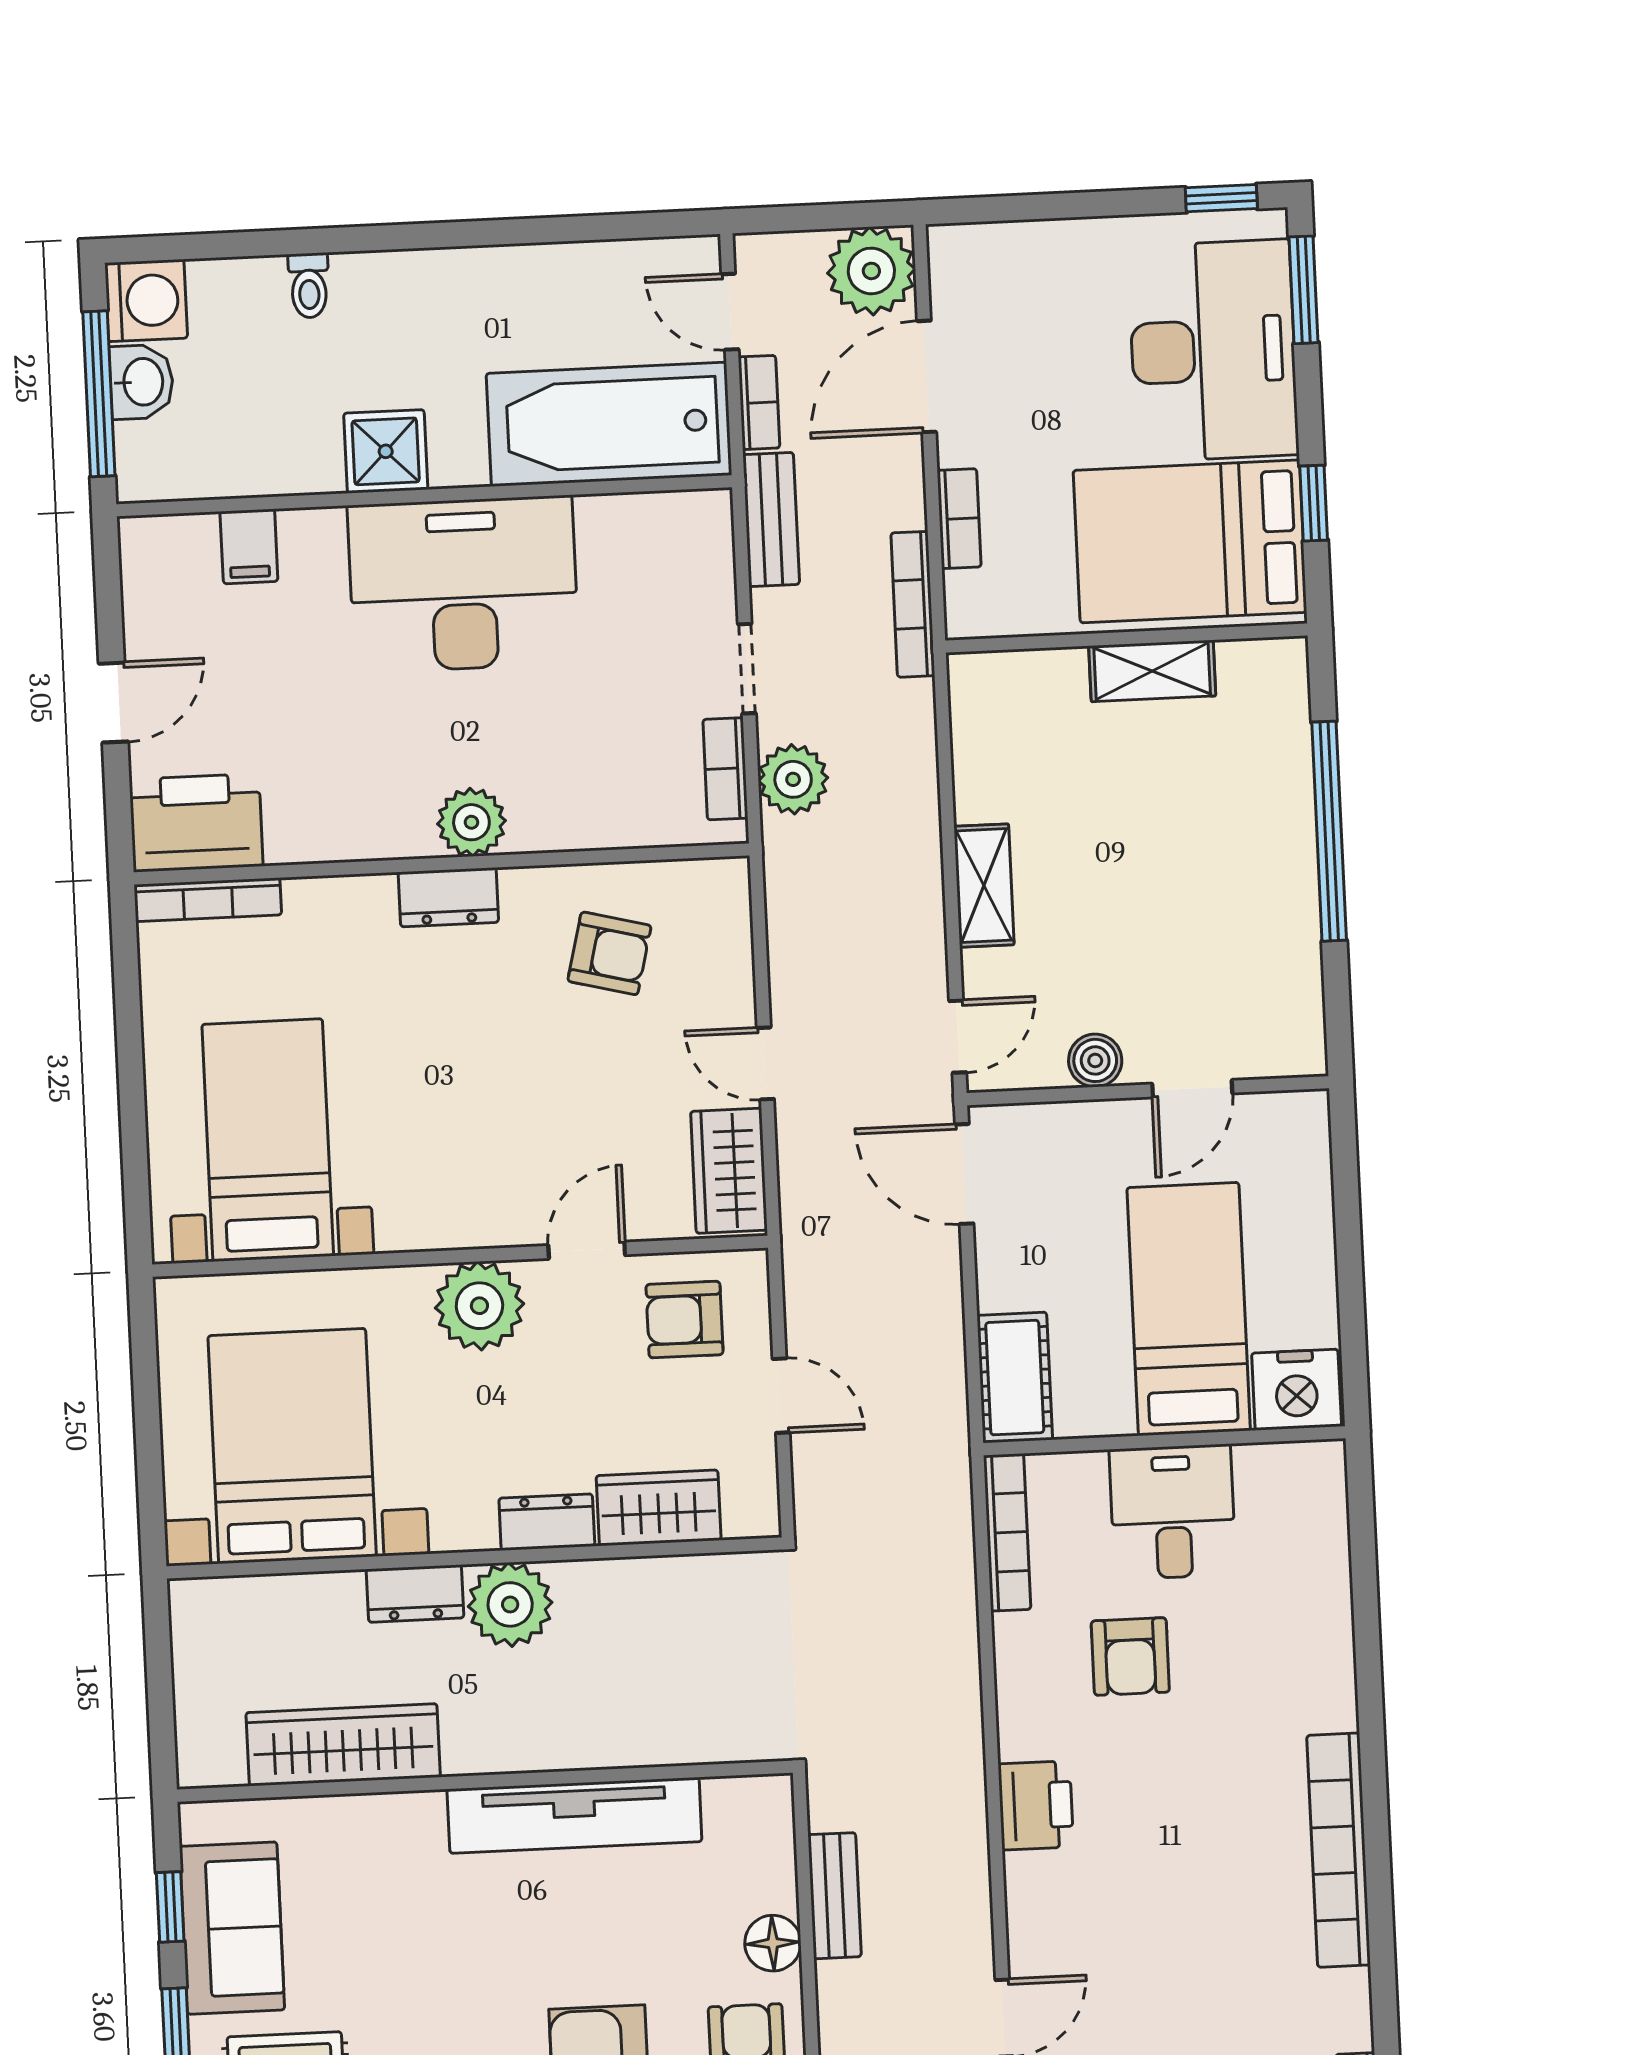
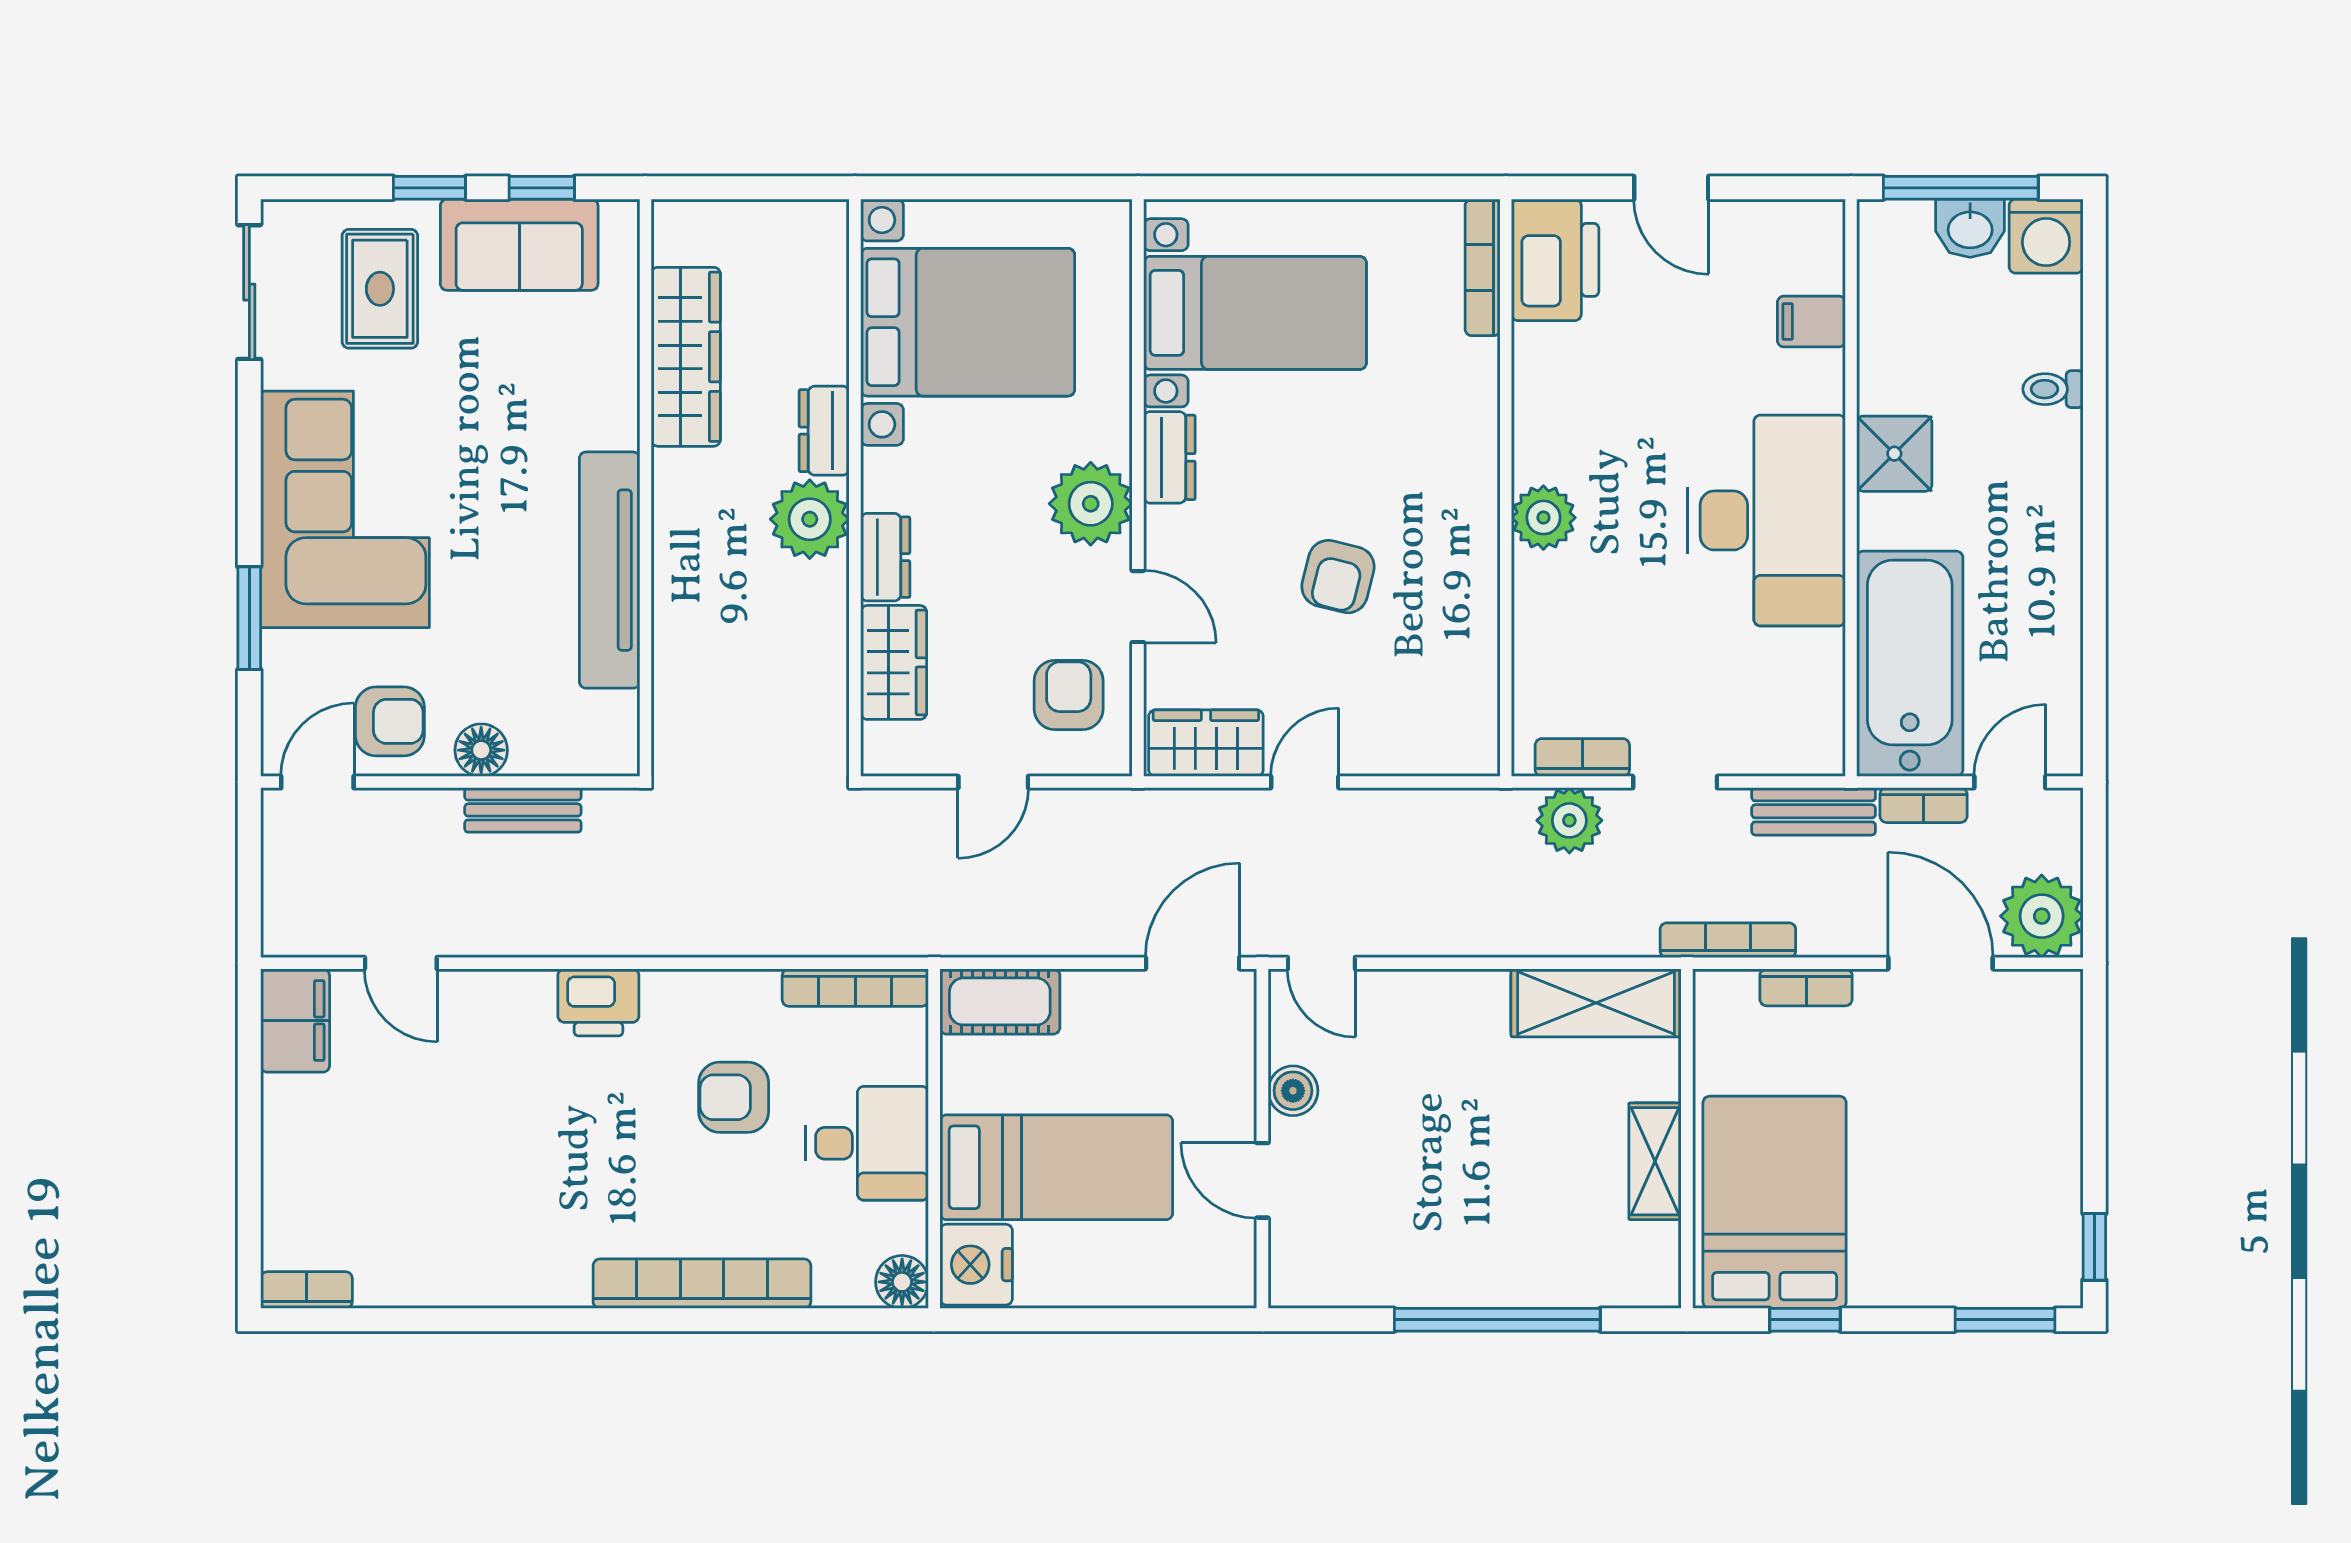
desk: (1213, 350) -> (1952, 1232), removed
shelving: (984, 886) -> (1596, 1003), moved, width x1.50, depth x1.33
dresser: (448, 897) -> (1169, 457), moved, turned 180
armchair: (609, 953) -> (1338, 577), moved
floor lamp: (1319, 1468) -> (902, 1282), added
bookcase: (1339, 1850) -> (702, 1284), moved

